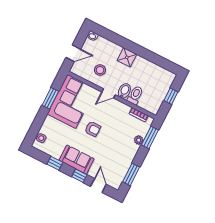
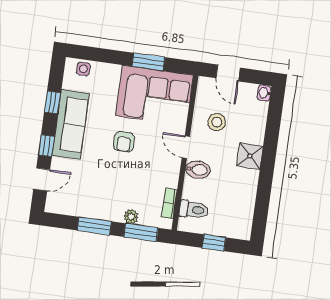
toilet: (135, 95) -> (194, 210), moved
sofa: (77, 160) -> (71, 124), width x1.36
window: (131, 174) -> (94, 226), moved

